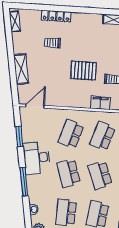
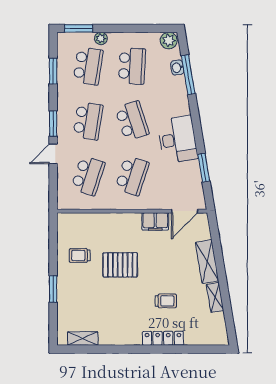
shelving: (15, 21) -> (215, 297), moved
filing cabinet: (100, 103) -> (155, 221), moved
school desk: (100, 175) -> (88, 121), turned 30
window: (24, 182) -> (188, 75), moved

